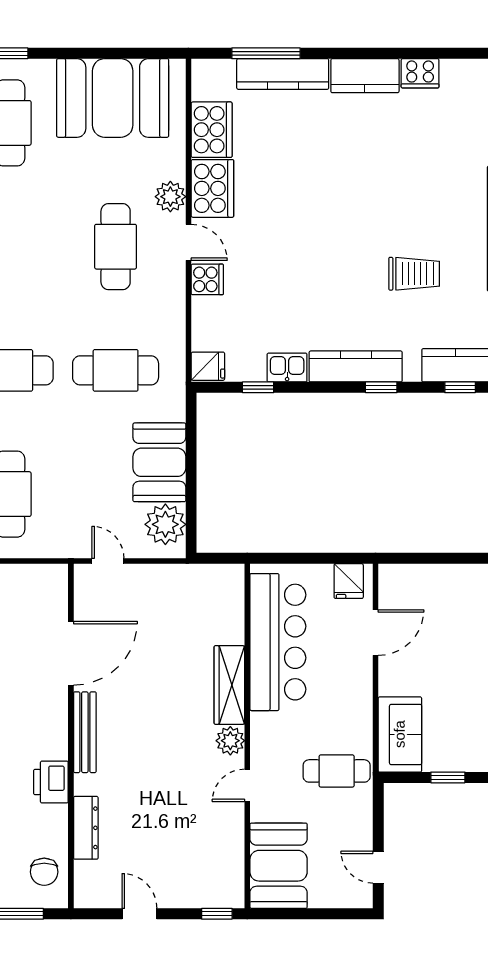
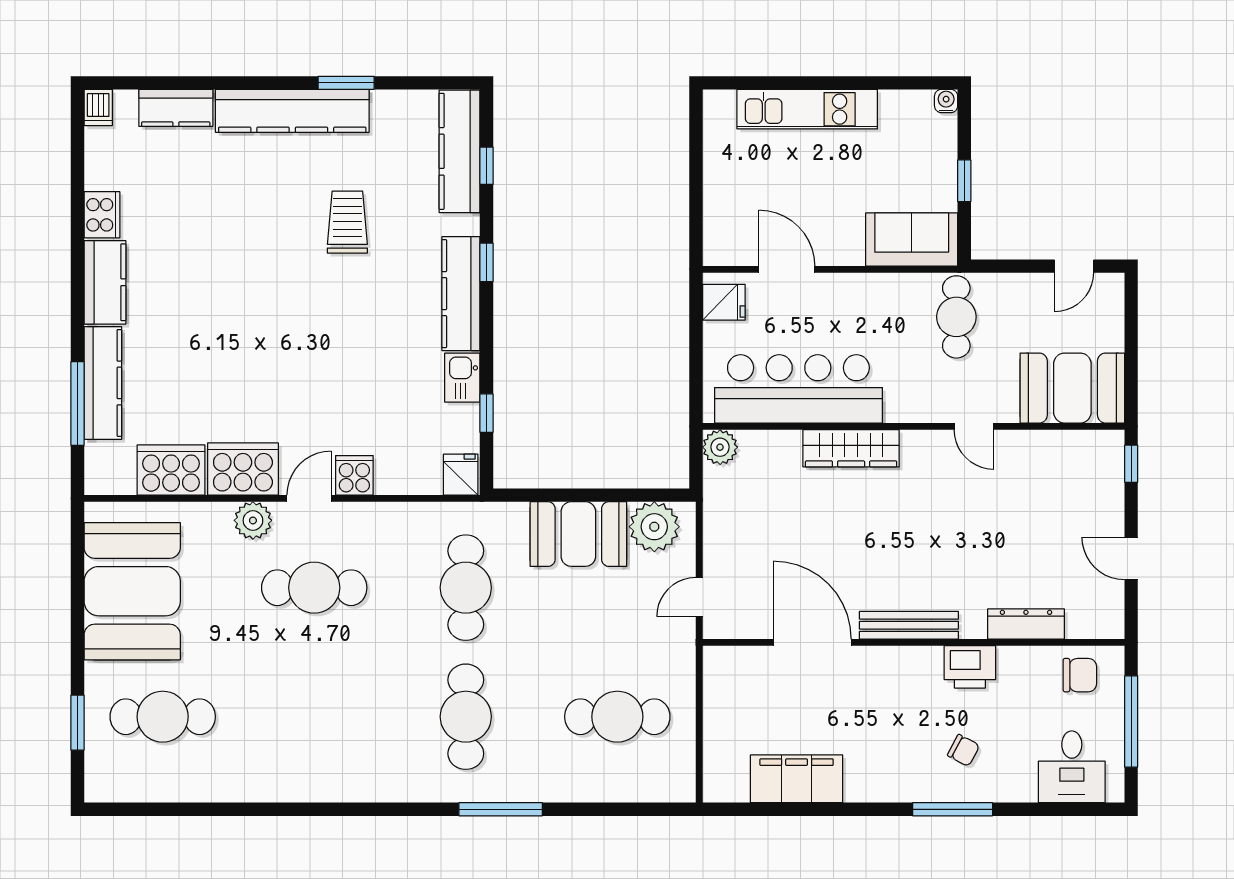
plant: (230, 741) -> (720, 447), moved
door: (139, 914) -> (1131, 558), hinge flipped

